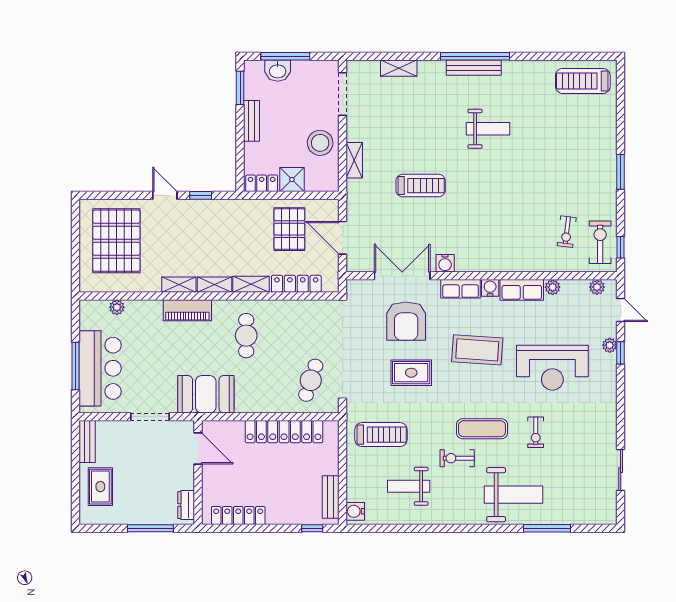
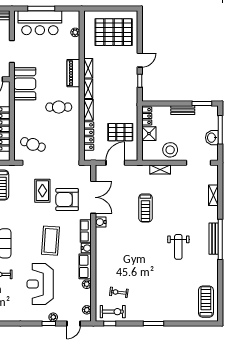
washbasin: (278, 71) -> (212, 138), moved
rug: (411, 373) -> (42, 191), moved

